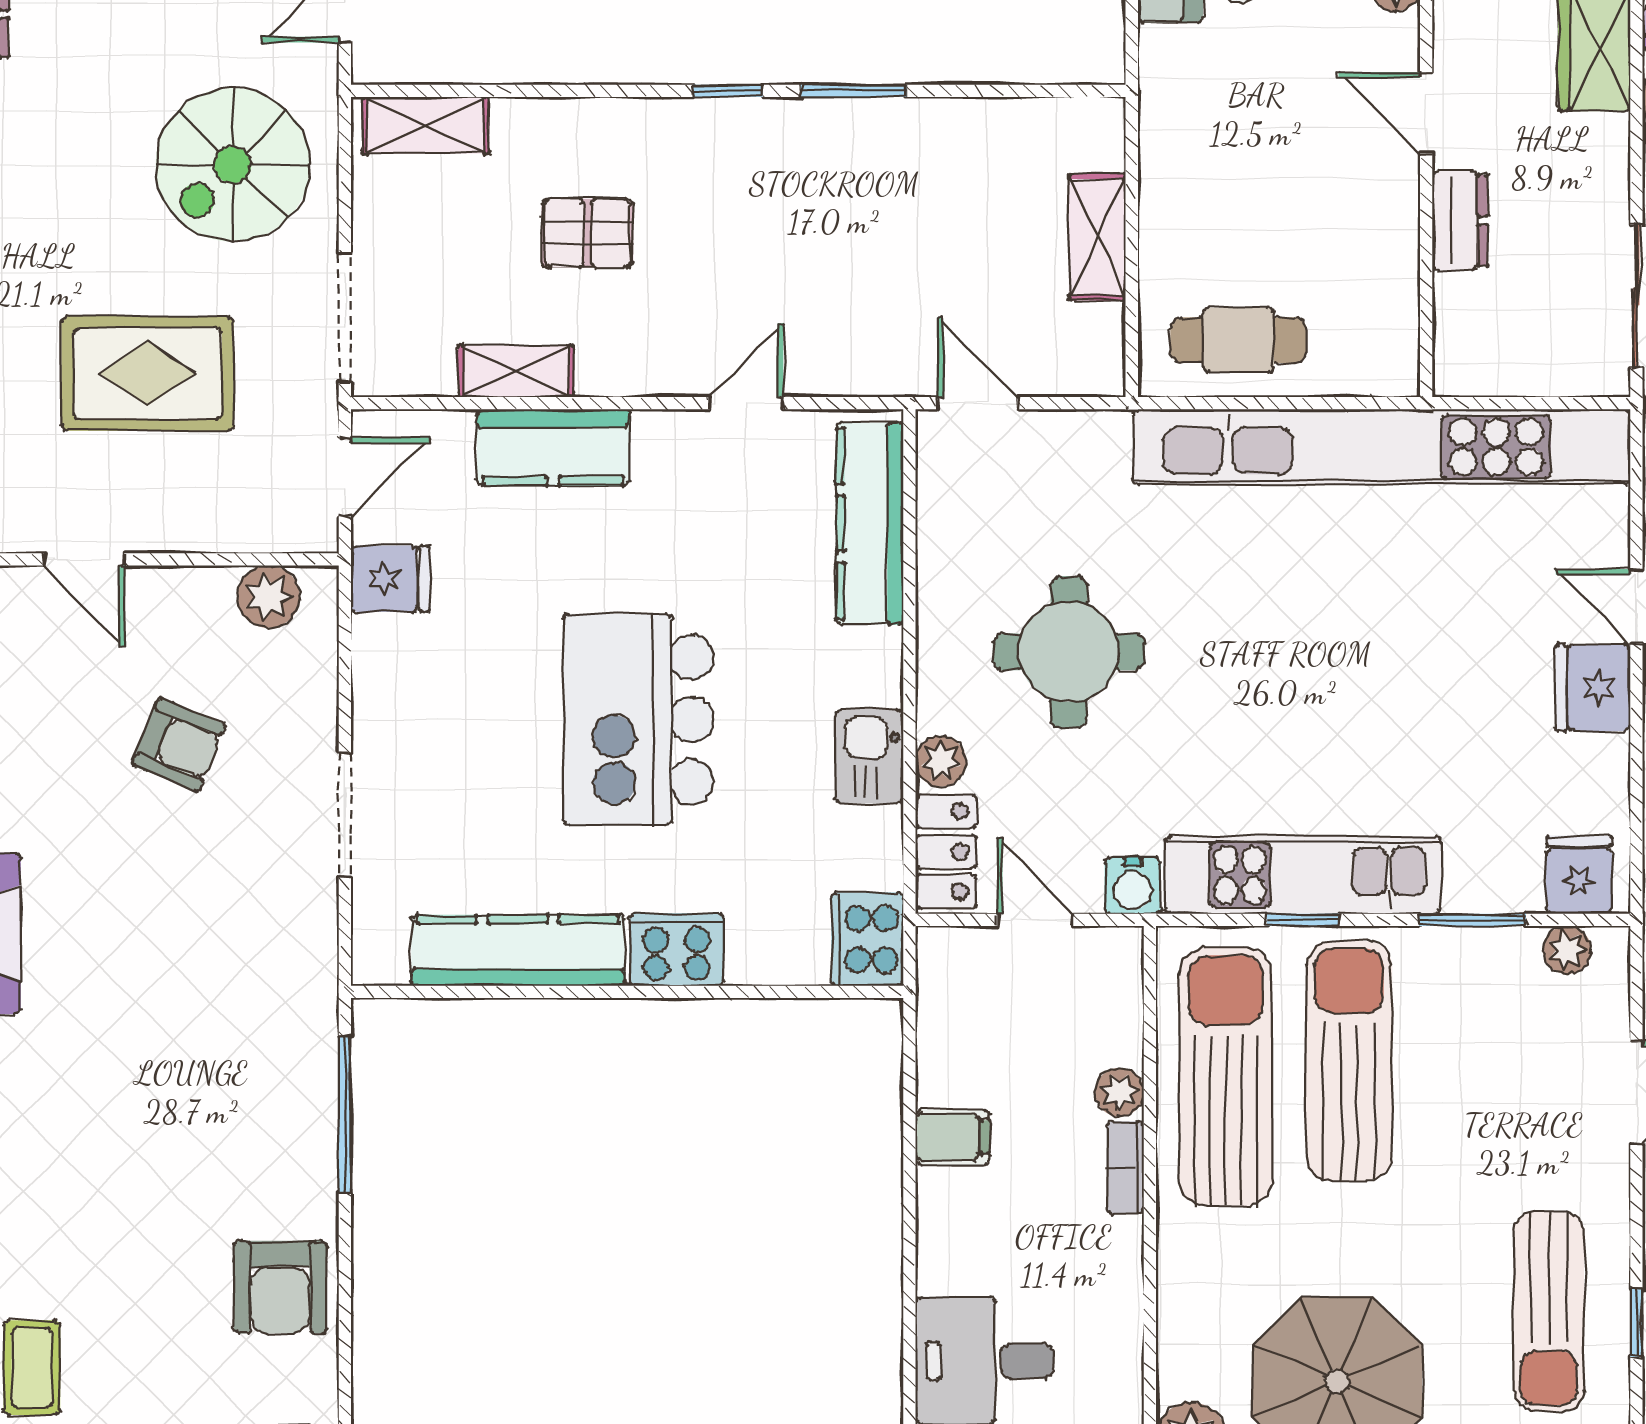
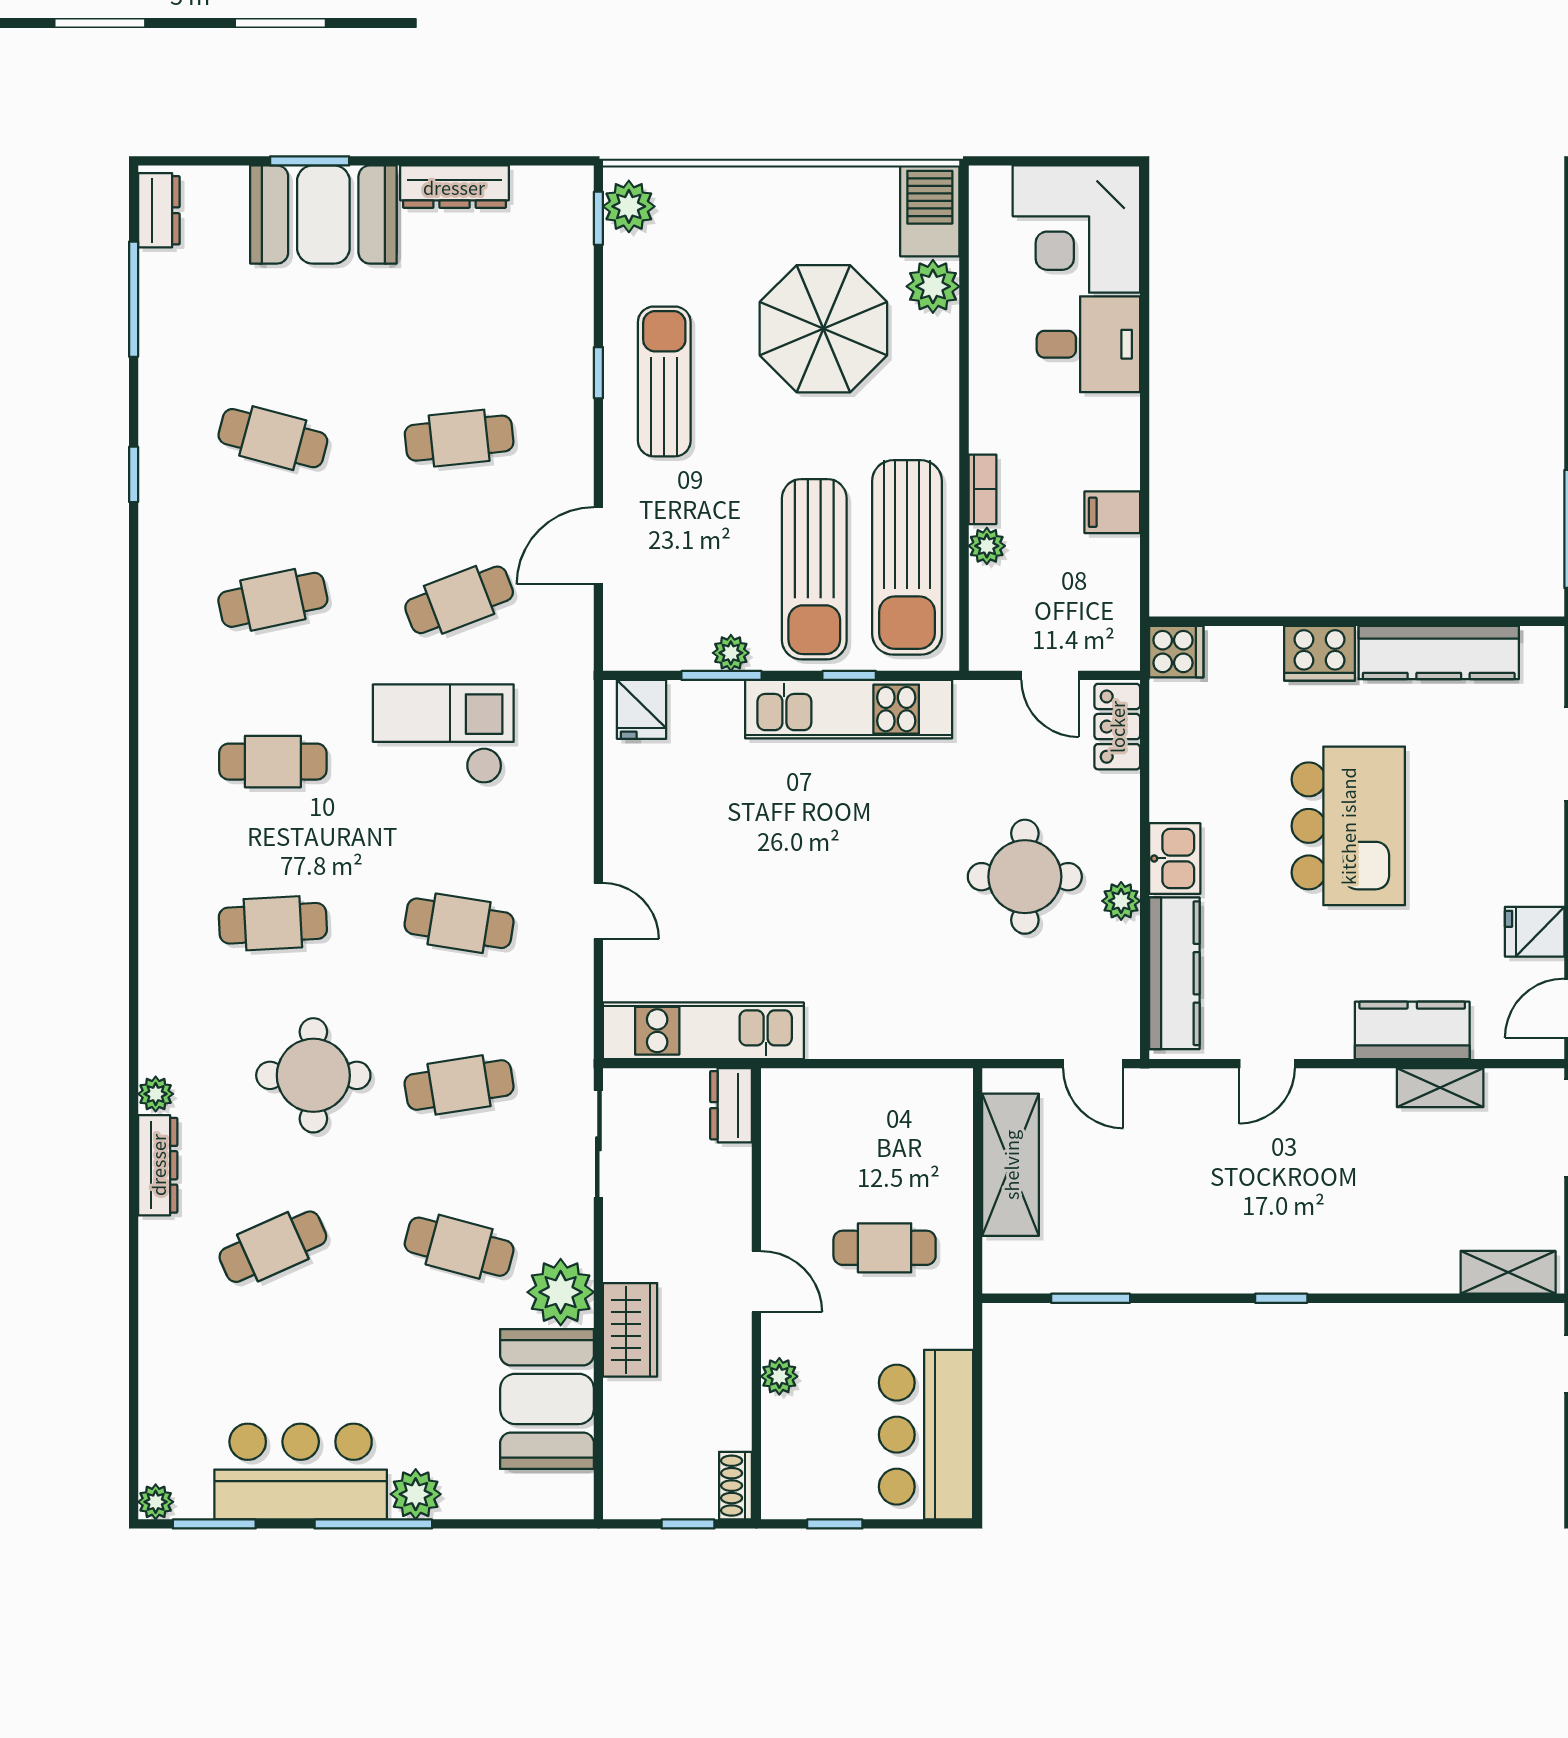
window: (853, 91) -> (1091, 1298), moved
dresser: (1460, 220) -> (731, 1105), moved
pallet: (587, 233) -> (1387, 1191), removed
shelving: (1097, 237) -> (1011, 1165), width x1.50, depth x1.33
cafe table: (1238, 340) -> (885, 1248), moved
kitchen unit: (1382, 447) -> (703, 1031), width x0.54
fridge: (1593, 688) -> (631, 850), removed
kitchen sink: (869, 756) -> (1175, 858), moved
plant: (941, 761) -> (1121, 901), moved
water cooler: (1133, 886) -> (977, 701), removed
cooker: (867, 939) -> (1176, 652), width x0.73
plant: (1567, 950) -> (731, 653), moved

